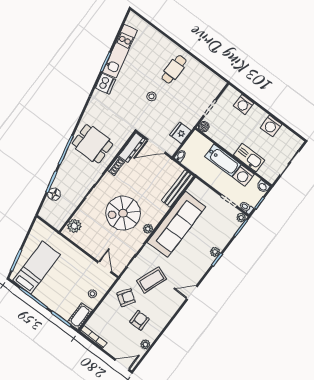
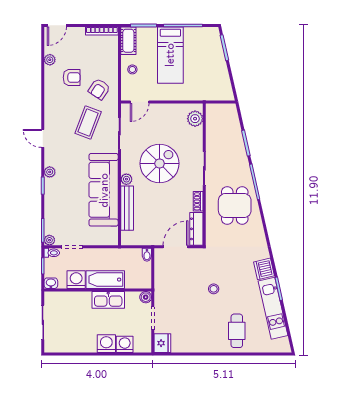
cafe table: (174, 69) -> (237, 331), moved
washing machine: (271, 126) -> (106, 344), moved
fridge: (180, 133) -> (162, 343), moved
dining table: (93, 144) -> (235, 206), turned 90
kitchen sink: (249, 158) -> (108, 300), moved
bench: (178, 188) -> (127, 208), moved
floor lamp: (54, 194) -> (235, 134), removed
plant: (148, 229) -> (126, 179), moved
plant: (215, 252) -> (50, 172), moved
door: (105, 267) -> (140, 102), hinge flipped
bed: (37, 268) -> (170, 55), moved
door: (192, 293) -> (43, 138), swing flipped
armchair: (139, 320) -> (72, 77), turned -90

